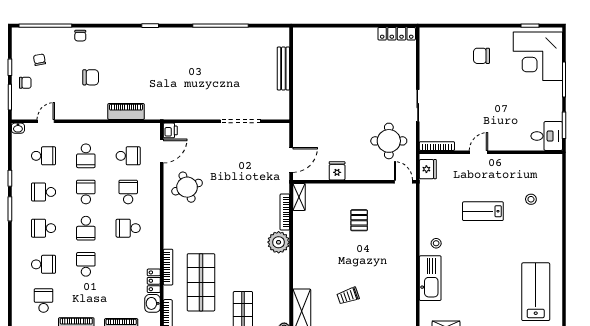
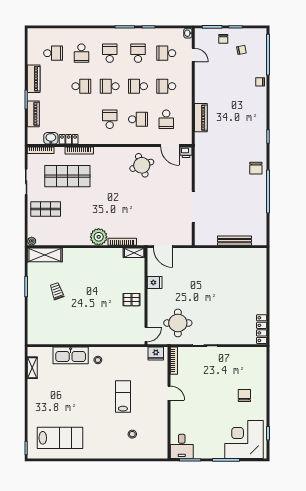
chair: (91, 77) -> (256, 168), moved
school desk: (44, 156) -> (166, 53), turned 90
school desk: (86, 192) -> (138, 86), turned 180
pallet: (359, 220) -> (132, 300), moved

